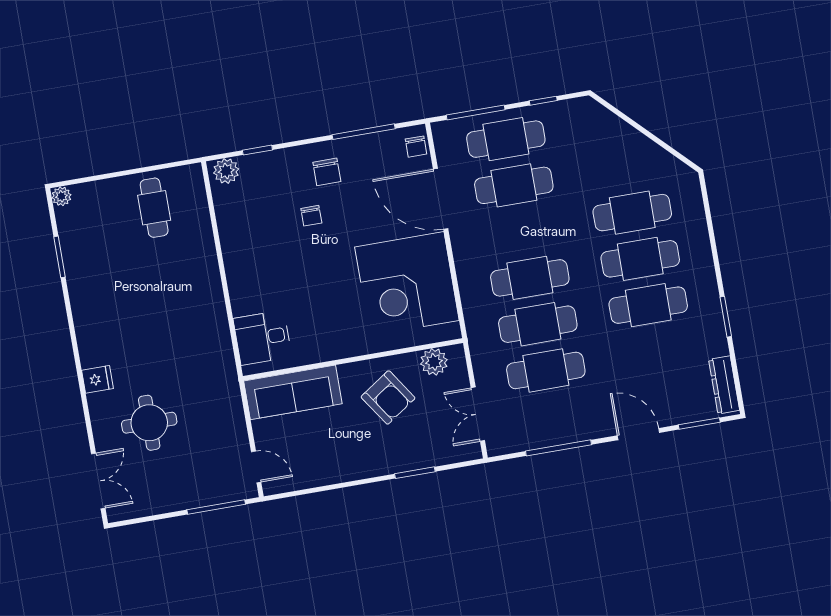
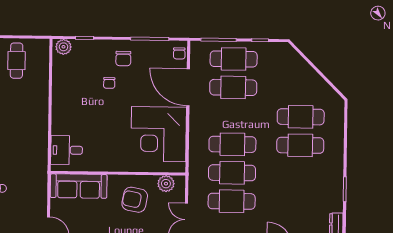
cafe table: (648, 305) -> (300, 174), removed
armchair: (388, 397) -> (135, 200), turned 135

